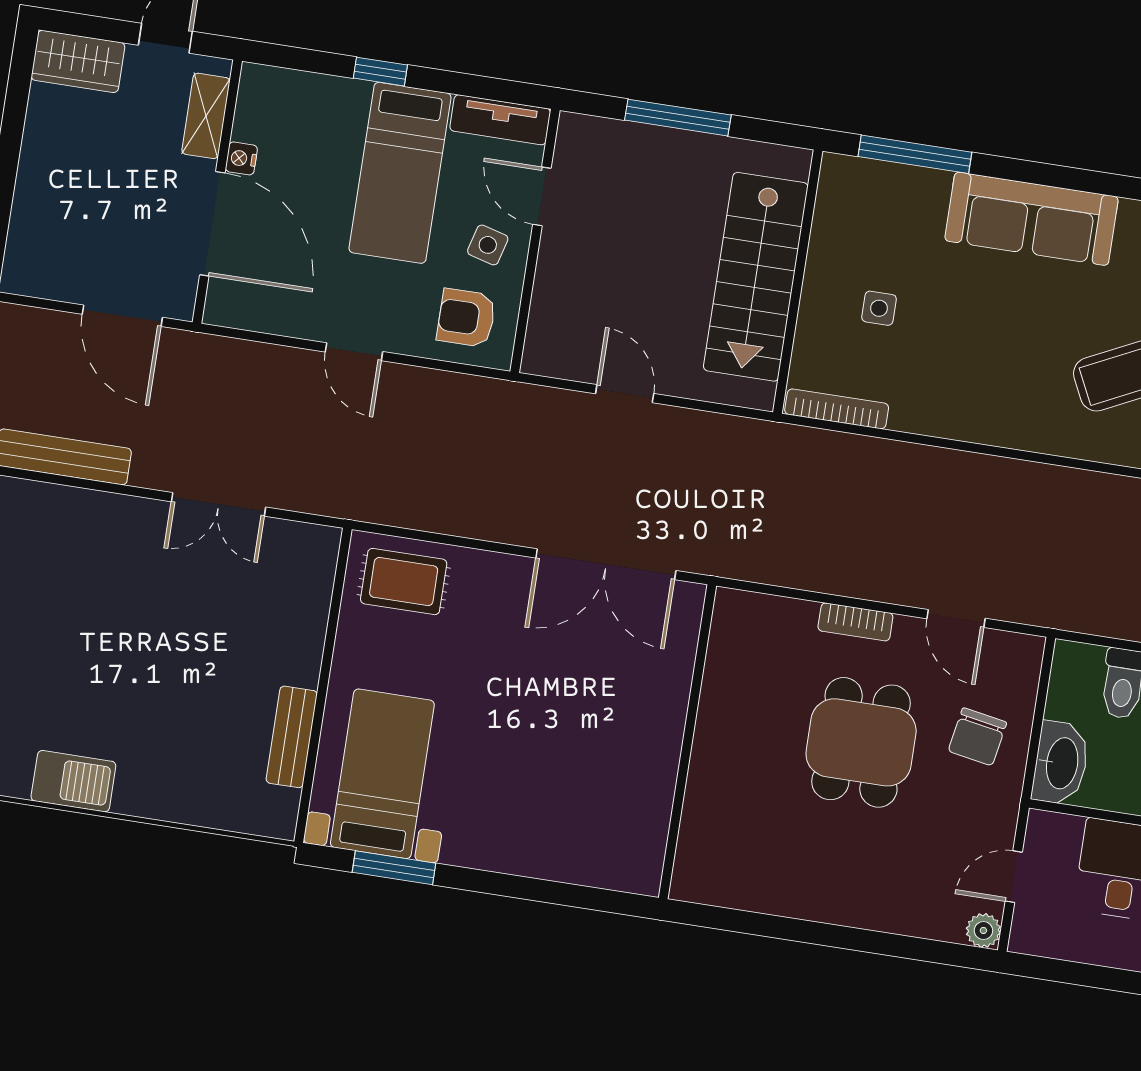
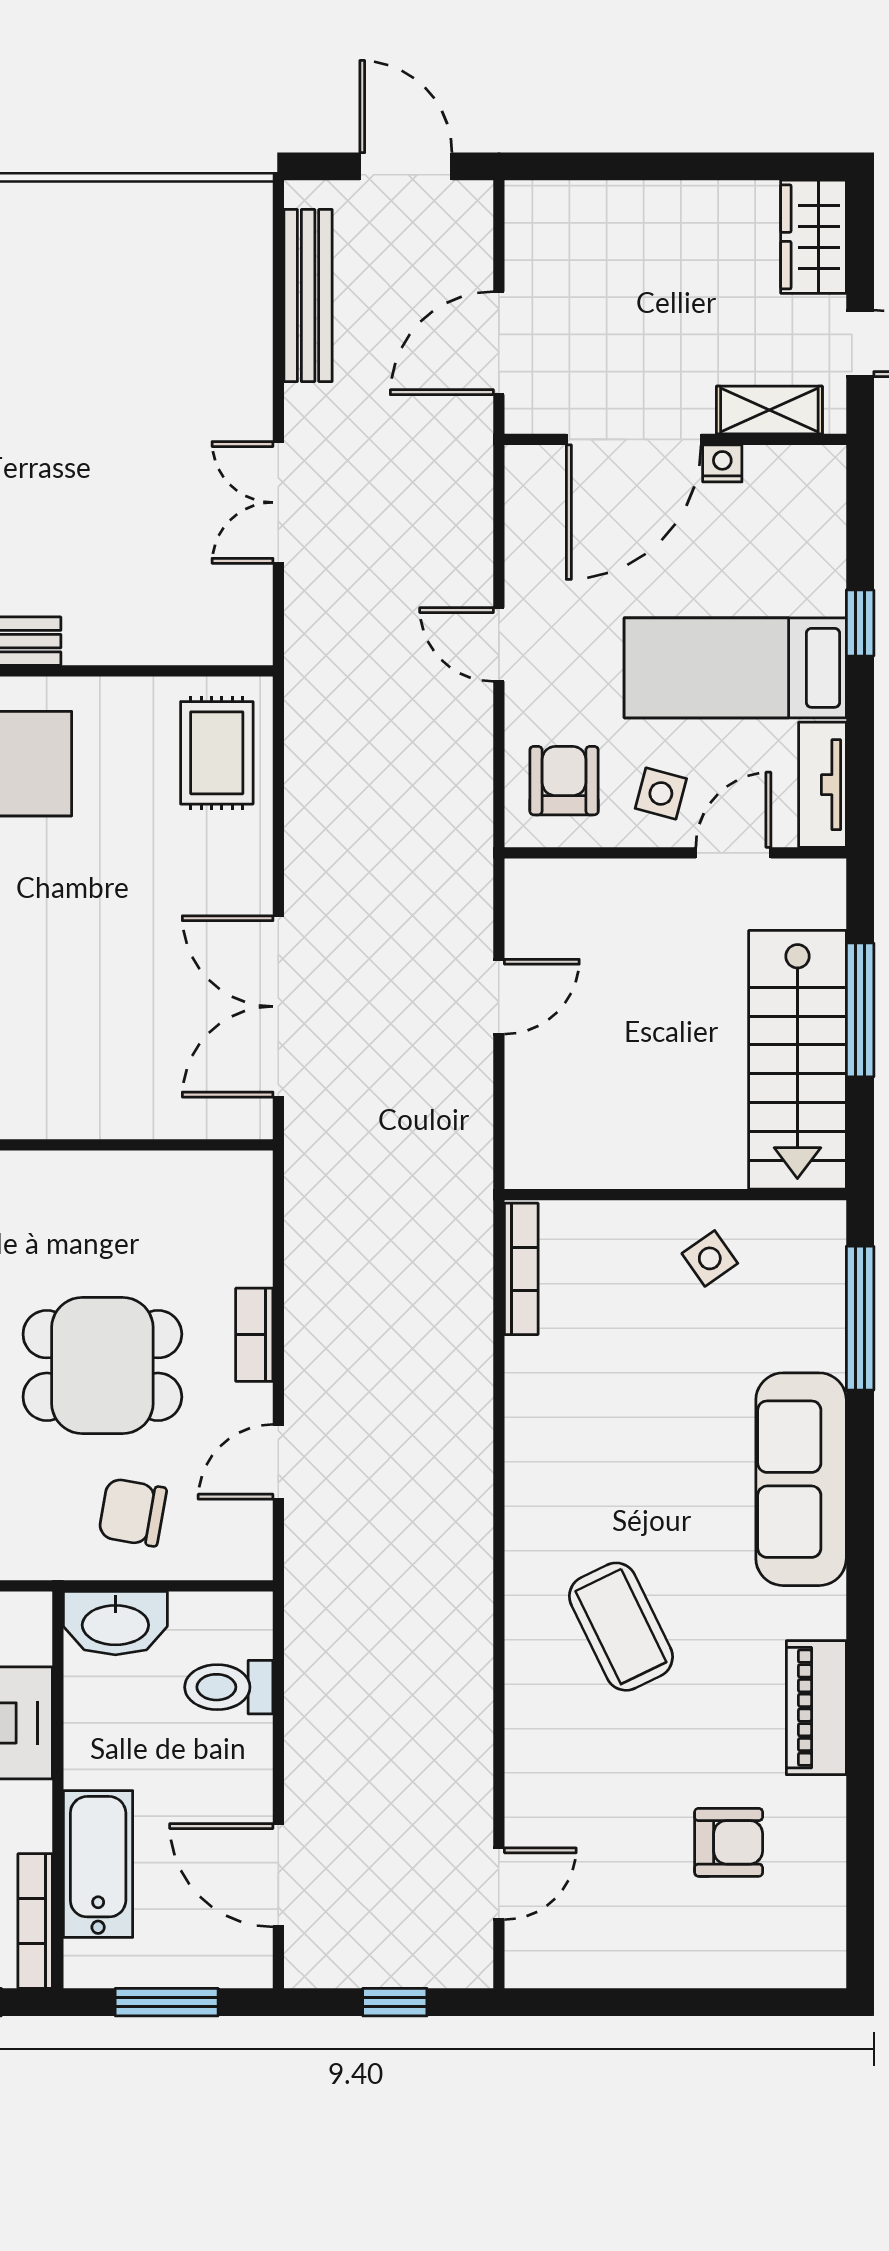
stairs: (756, 277) -> (797, 1060), moved, turned -90
side table: (879, 308) -> (710, 1258), moved, turned -35
door: (354, 352) -> (499, 645), hinge flipped

